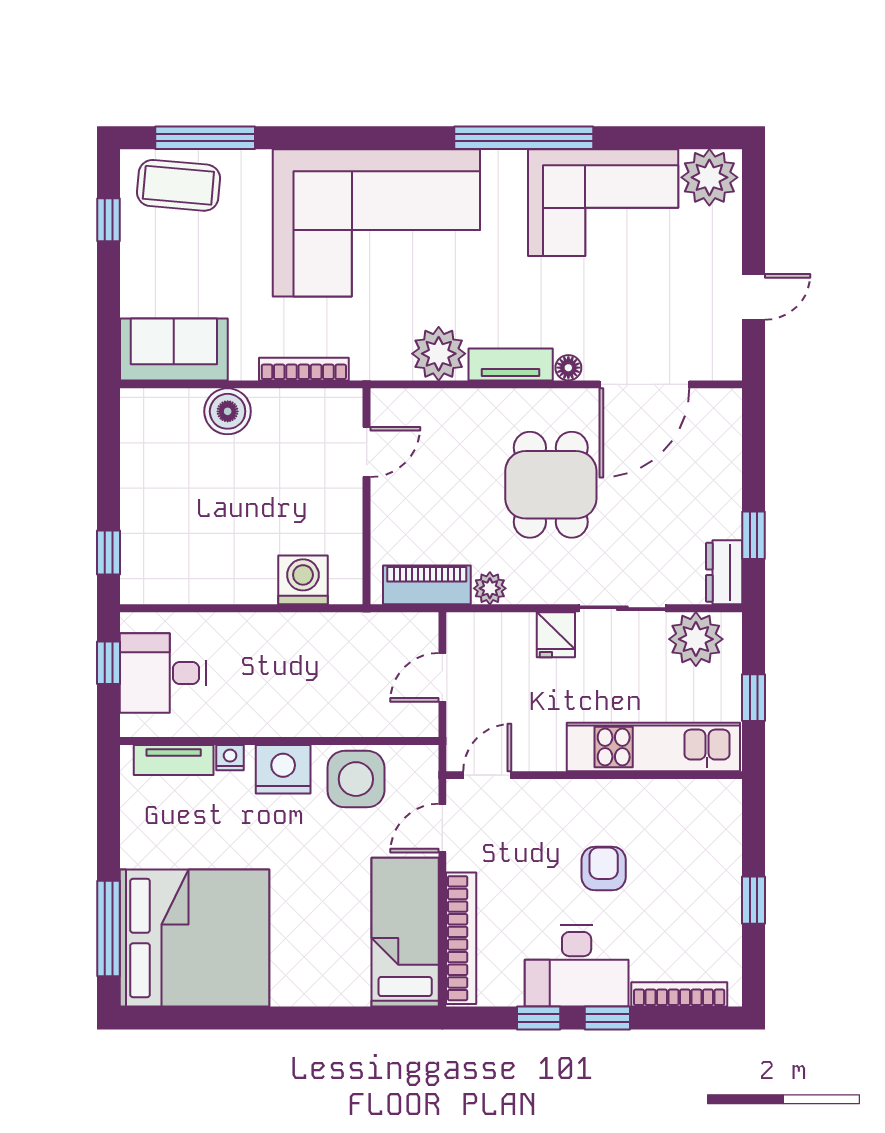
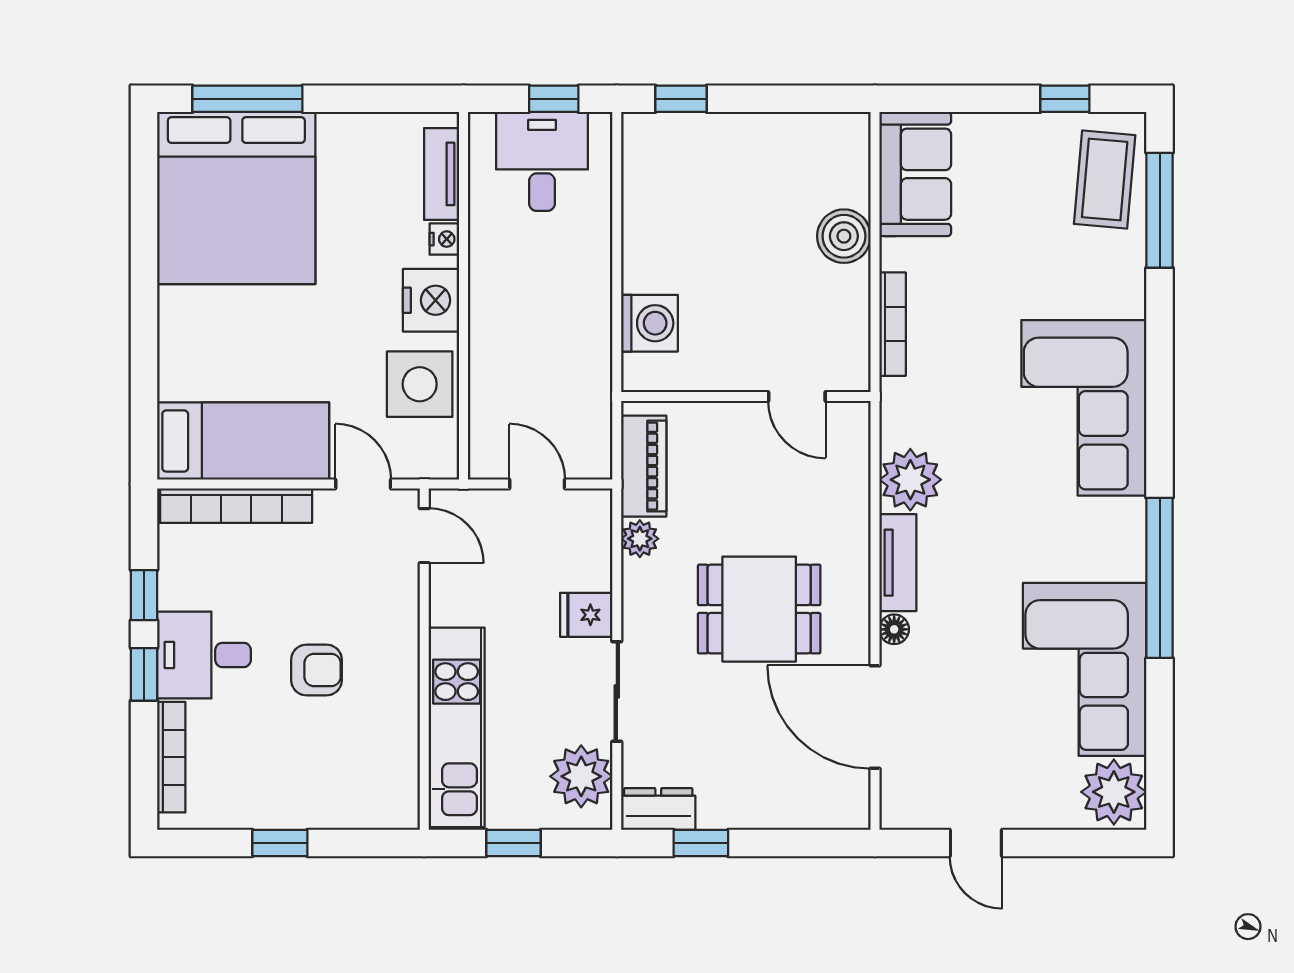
corner sofa: (376, 223) -> (1084, 408), width x0.73, depth x0.74
desk: (577, 966) -> (204, 655), width x0.73

